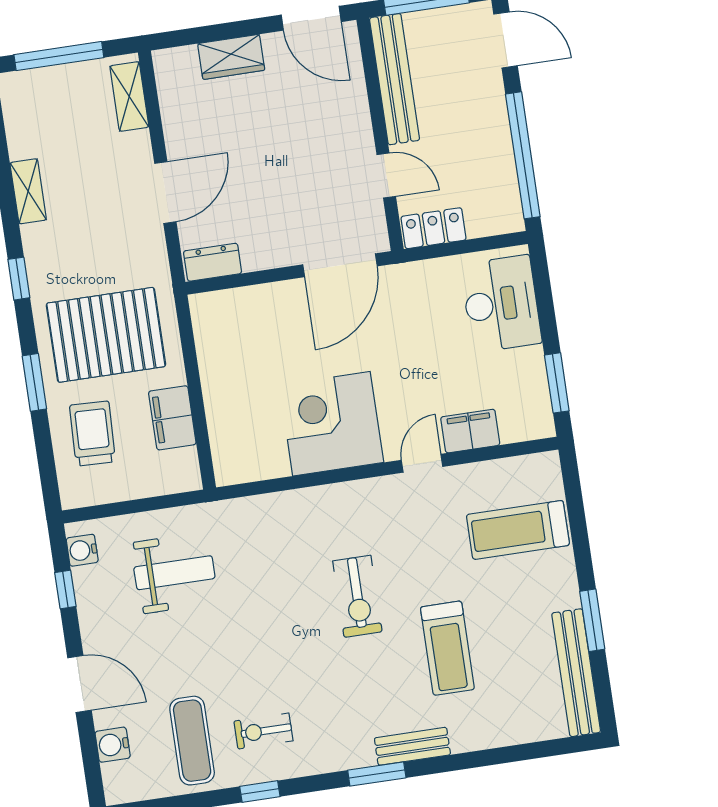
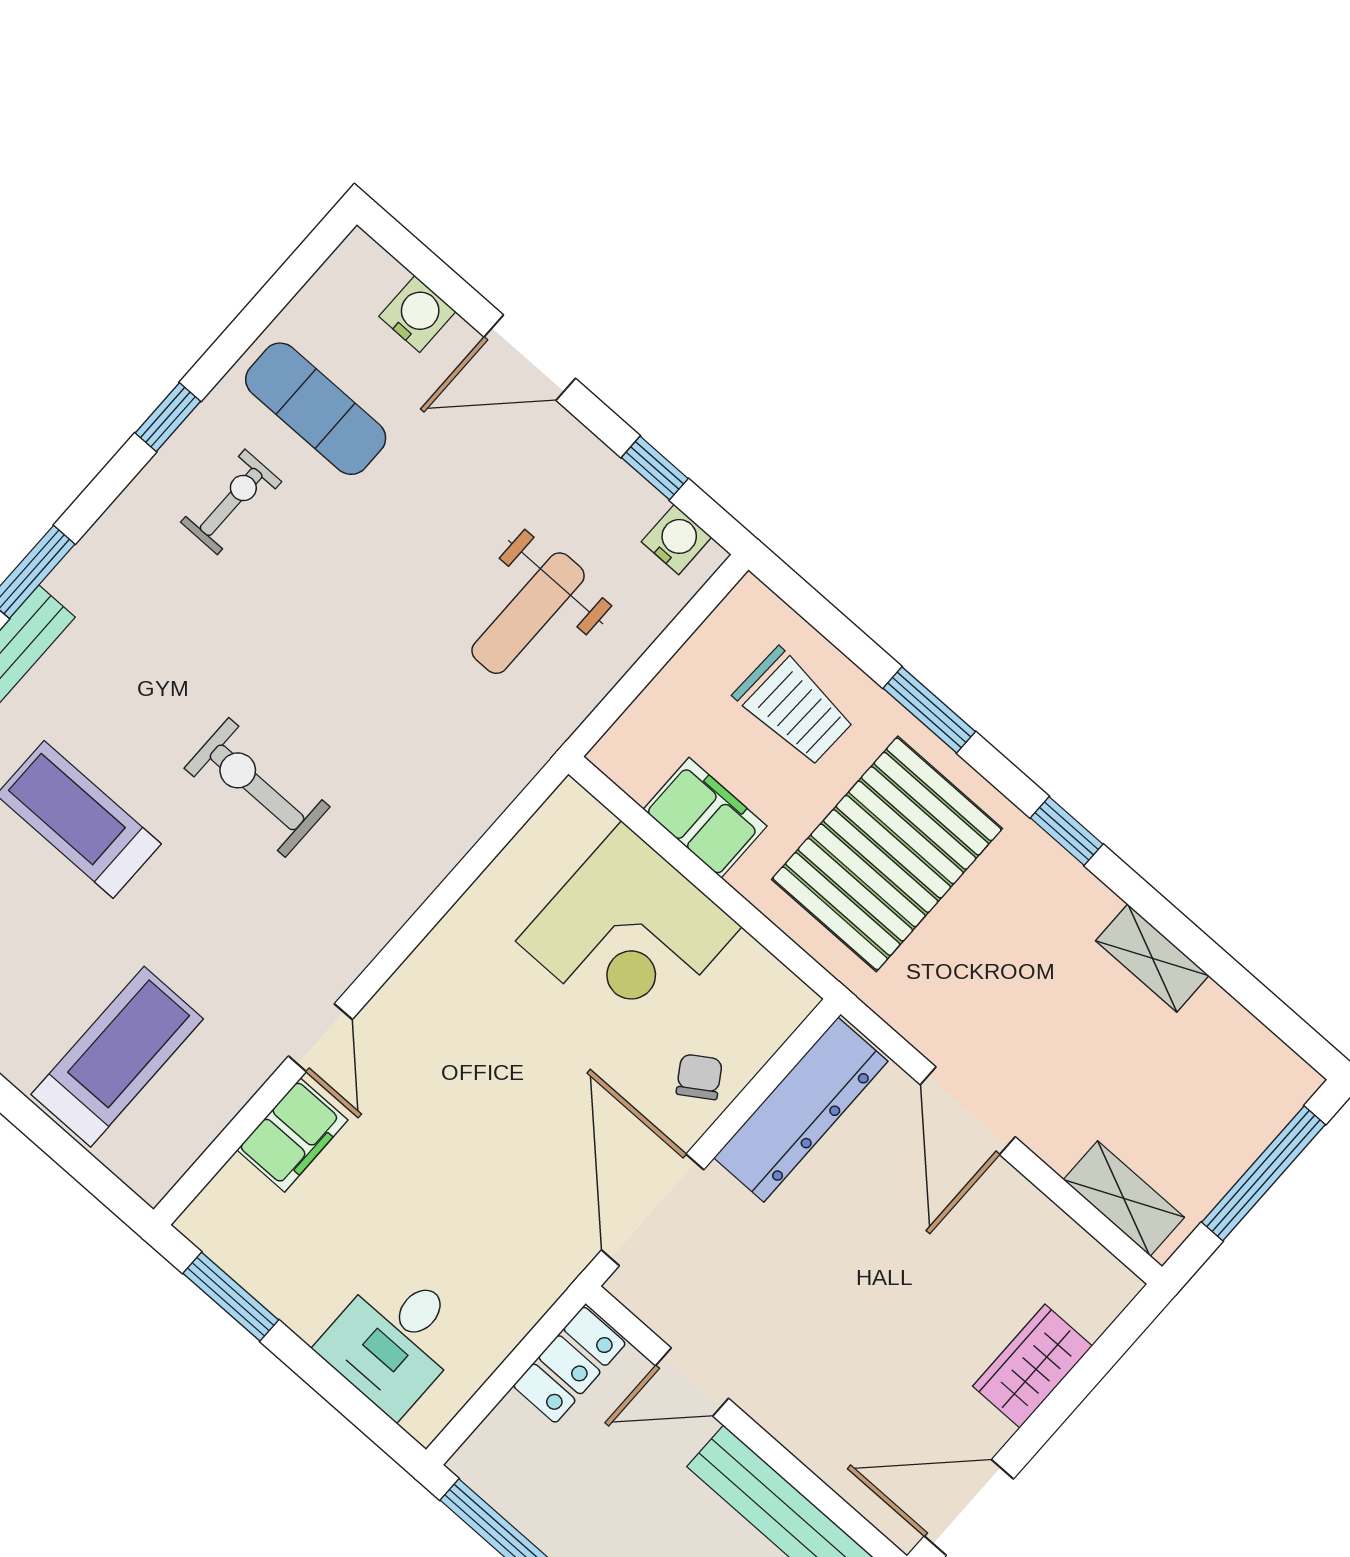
dresser: (213, 262) -> (801, 1110), width x1.96, depth x1.24
desk: (501, 304) -> (394, 1340), width x0.73
chair: (270, 306) -> (699, 1077), added
corner desk: (331, 424) -> (629, 934), moved, turned 90

